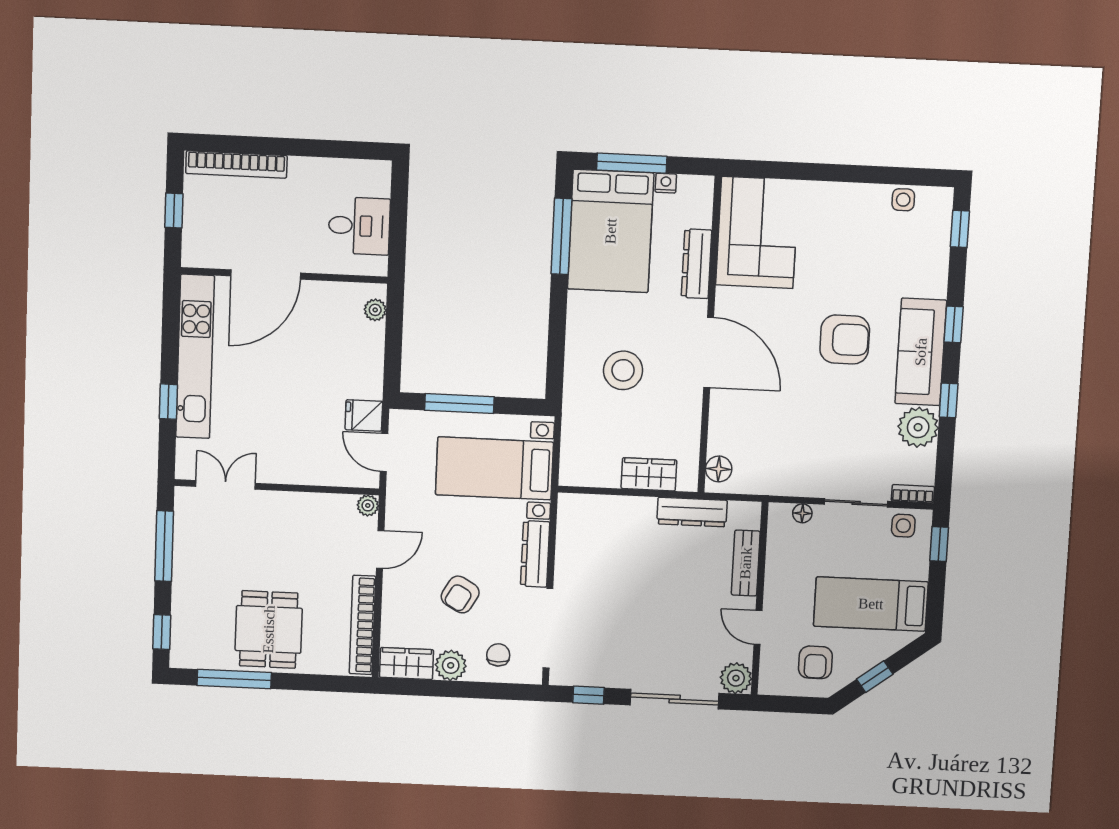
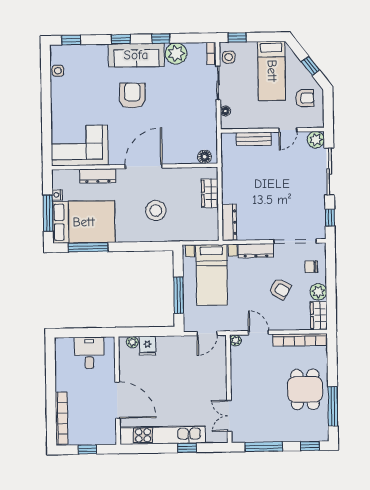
fridge: (364, 415) -> (147, 346), moved
dresser: (692, 512) -> (229, 222), moved
dining table: (269, 629) -> (305, 389), turned 90

